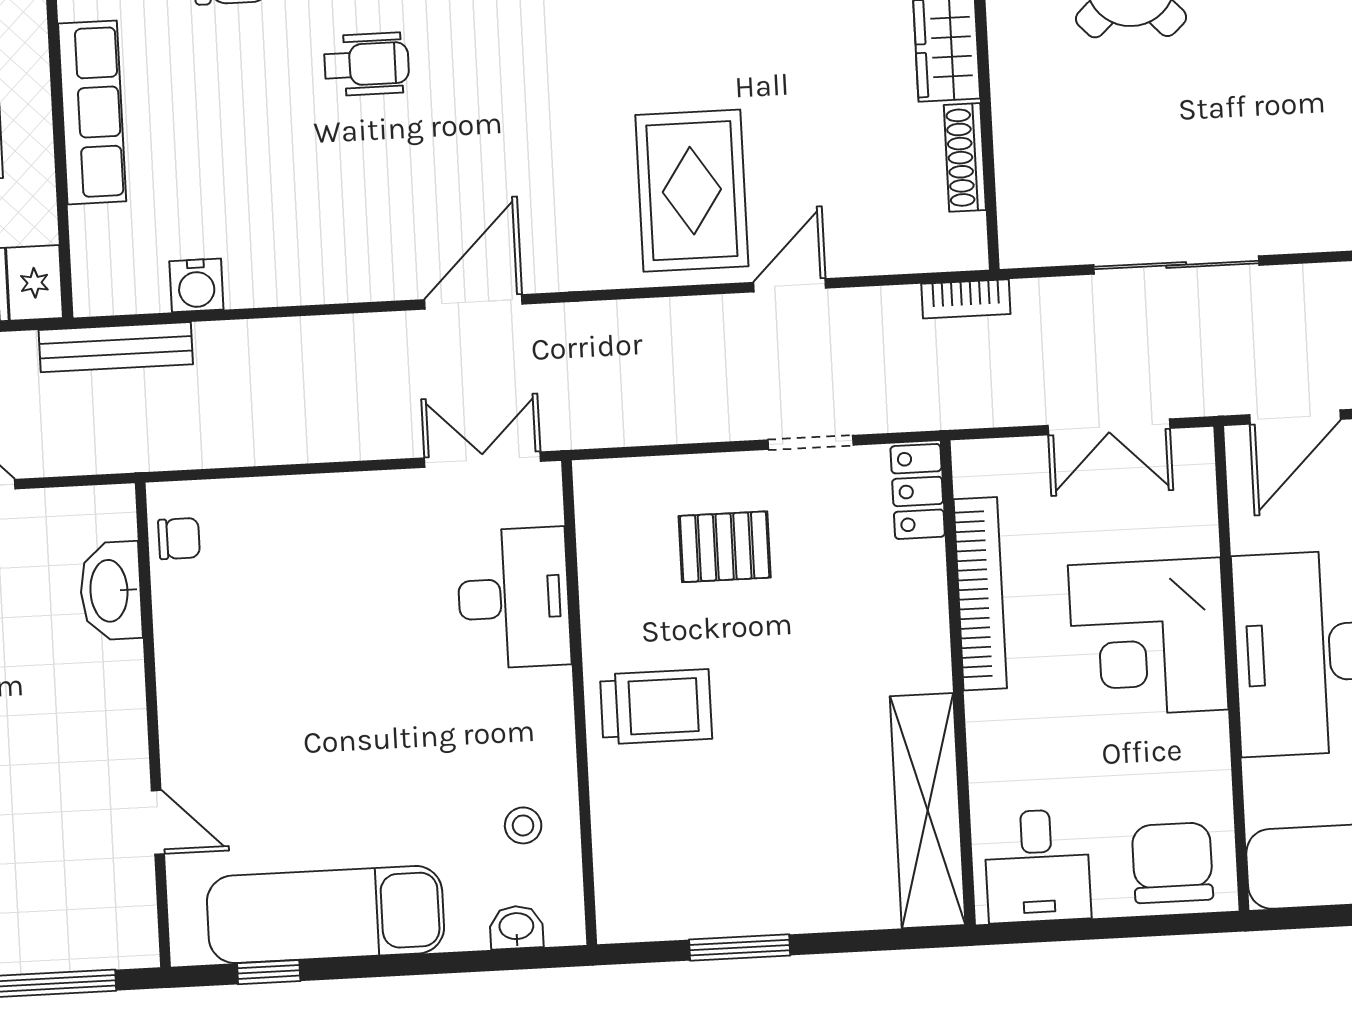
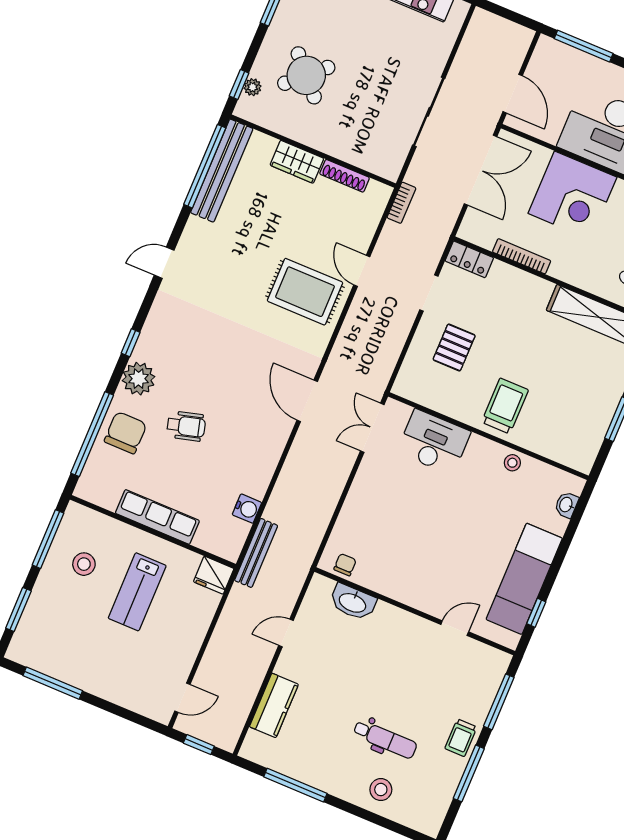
wheelchair: (367, 64) -> (186, 426), moved, turned 75
double door: (1109, 427) -> (481, 170), width x1.37
bookcase: (980, 594) -> (522, 256), width x0.68, depth x0.76
stool: (523, 825) -> (512, 463), moved

